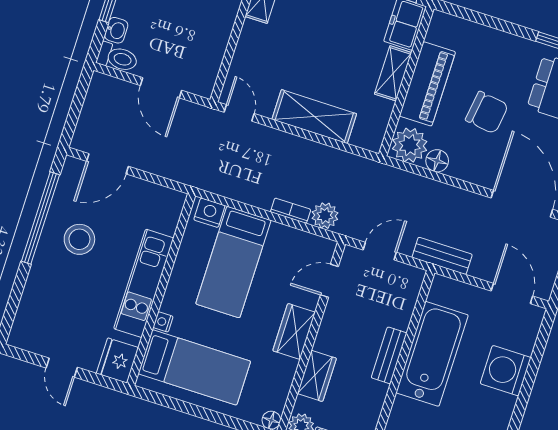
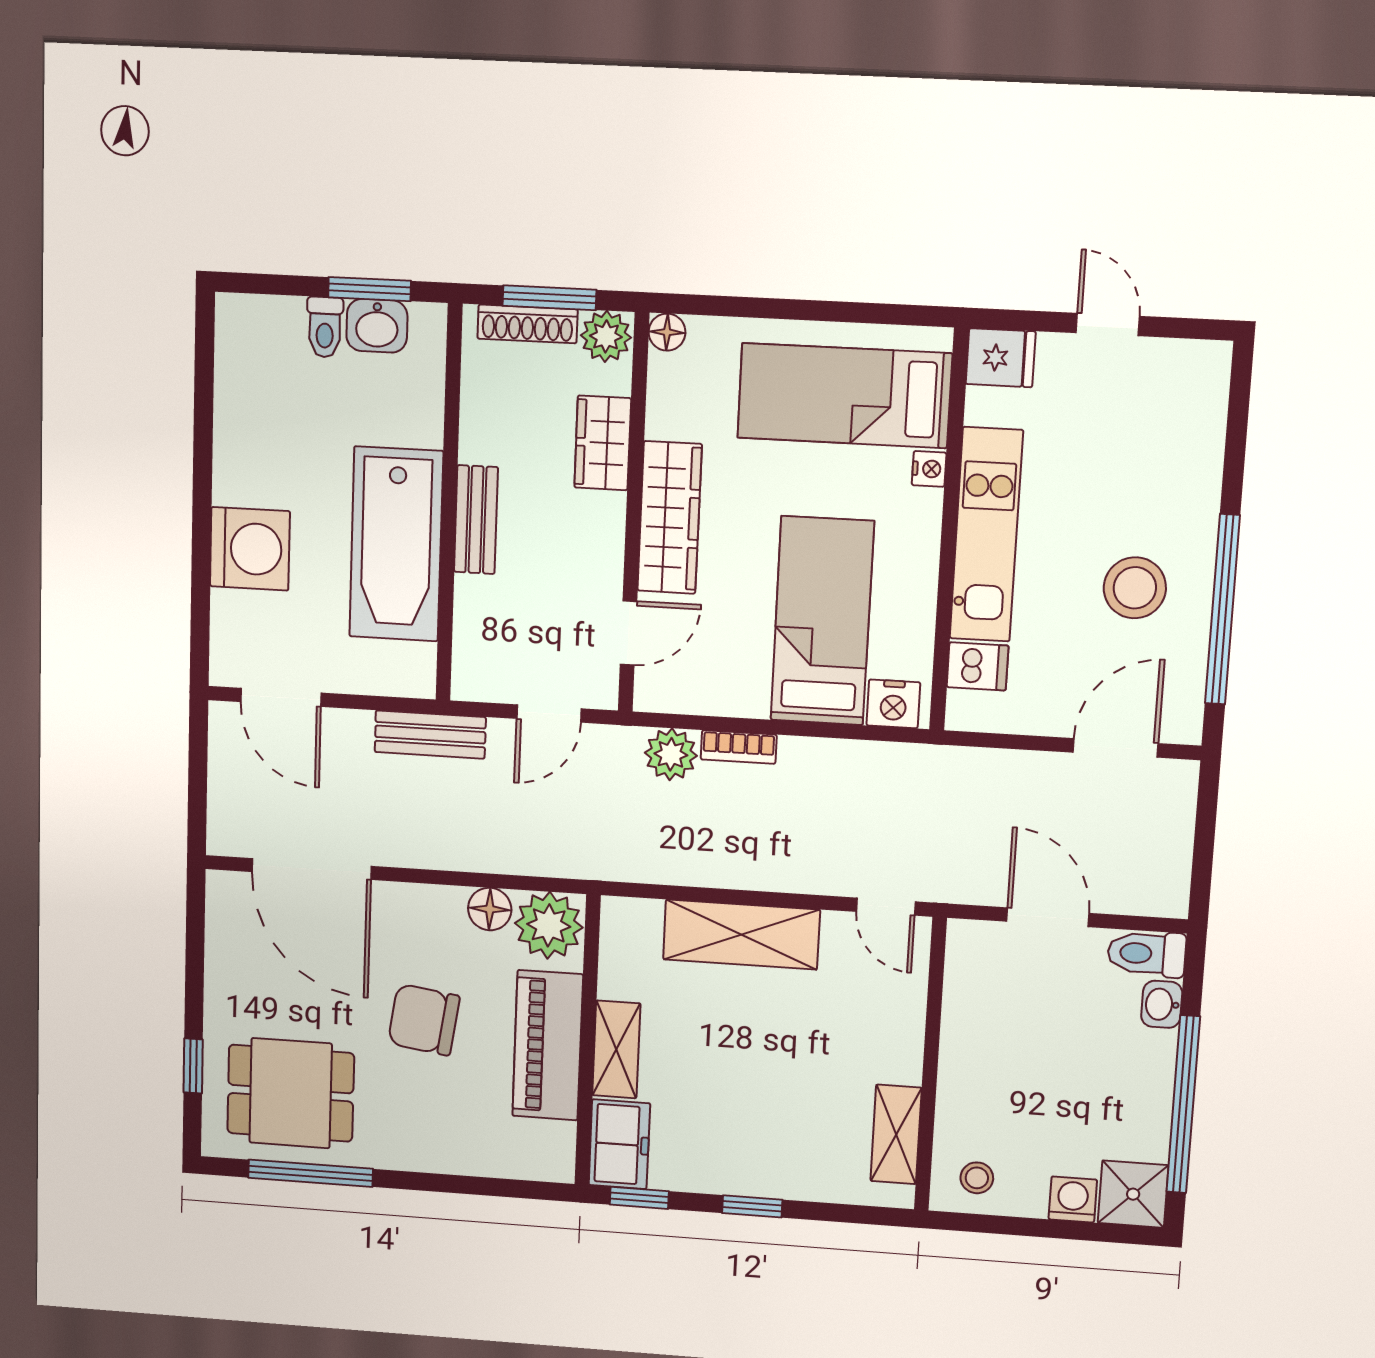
dishwasher: (164, 221) -> (978, 666), added
wardrobe: (294, 331) -> (670, 518), width x1.50
fridge: (117, 361) -> (1001, 358), width x0.72

